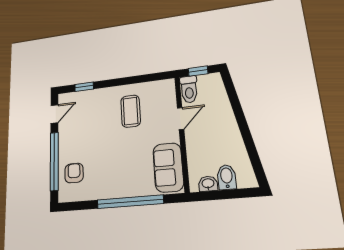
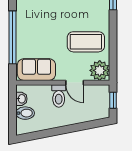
toilet: (189, 89) -> (59, 96), moved, turned -90
plant: (163, 91) -> (100, 70), added
coffee table: (131, 111) -> (86, 42), width x1.36, depth x1.32

